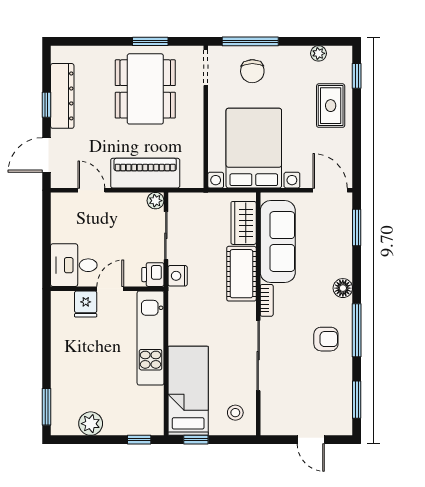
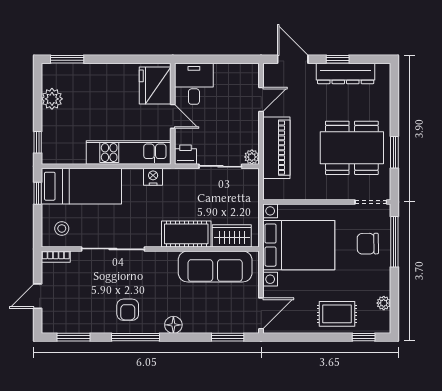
nightstand: (178, 276) -> (153, 177), moved
bookcase: (267, 300) -> (56, 257), moved
fridge: (86, 304) -> (155, 86), width x1.88, depth x1.34

